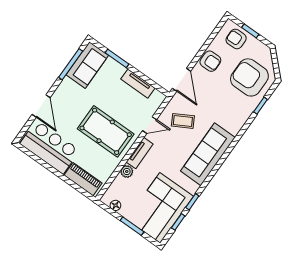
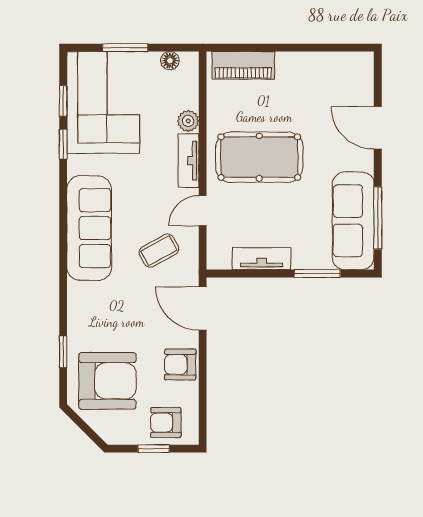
armchair: (236, 39) -> (166, 423), turned 180
sofa: (87, 65) -> (353, 221), width x1.36
bar counter: (50, 147) -> (324, 78), removed

